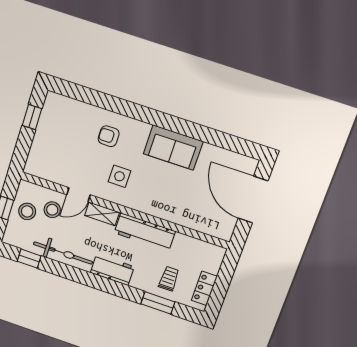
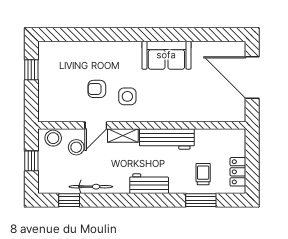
armchair: (109, 136) -> (97, 89), moved
stool: (27, 211) -> (53, 138), moved
bicycle: (63, 253) -> (91, 187), width x0.73, depth x0.71

